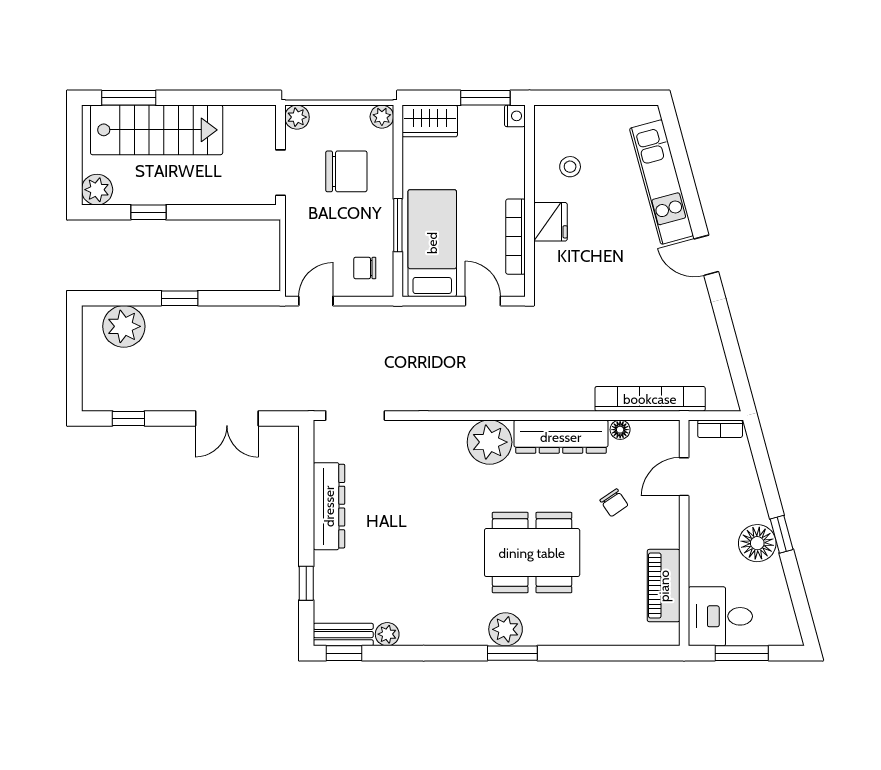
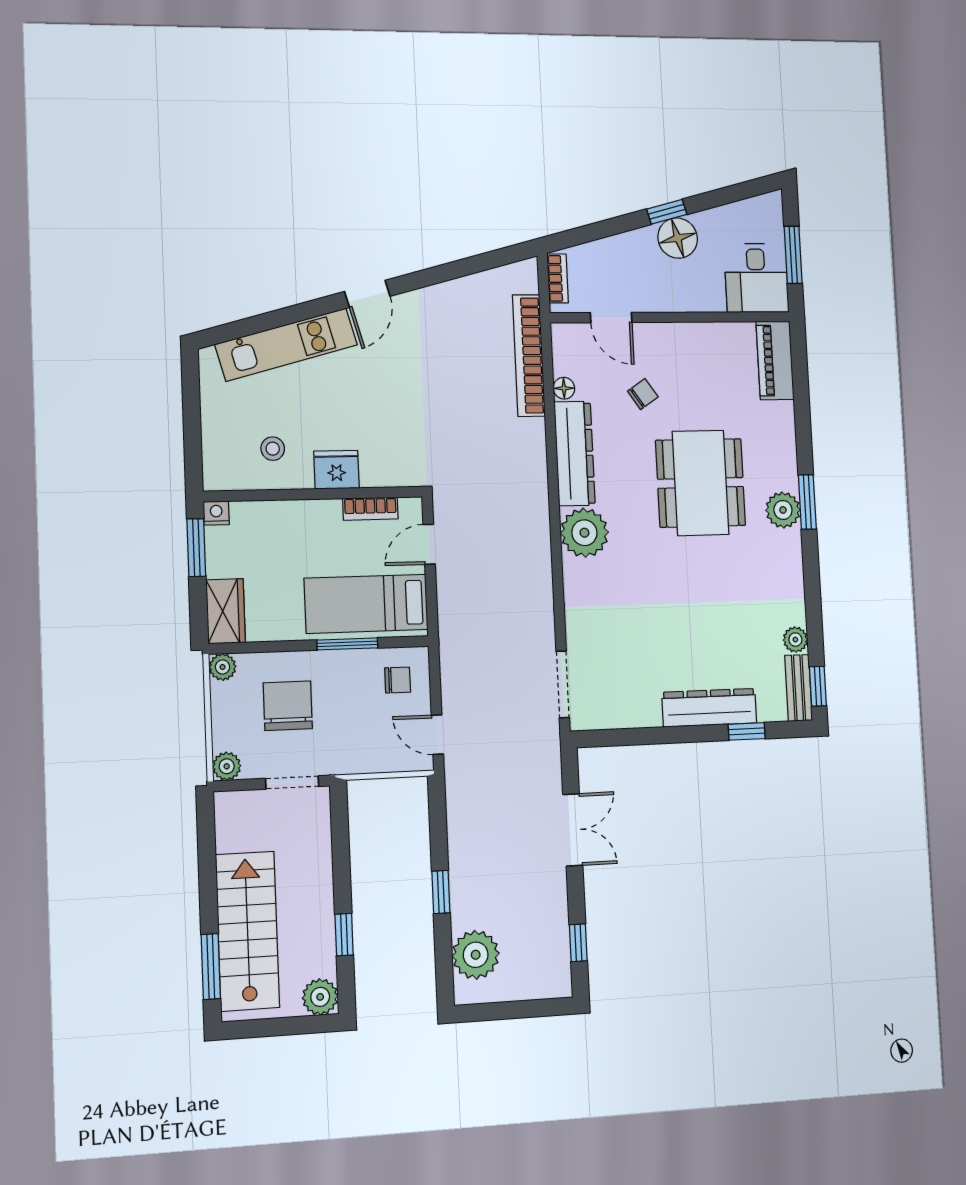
bookcase: (516, 237) -> (370, 509), width x0.64
chair: (365, 268) -> (398, 680), turned -90
dresser: (329, 506) -> (709, 708), moved
piano: (664, 586) -> (775, 360), moved, turned 90

